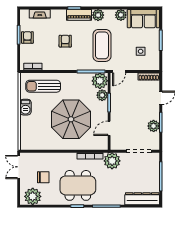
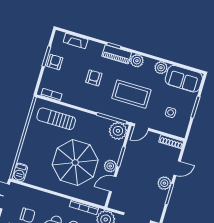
coffee table: (102, 45) -> (131, 94), turned 90
plant: (102, 95) -> (110, 166), moved
barbecue: (25, 107) -> (20, 172), moved
plant: (154, 126) -> (164, 183), moved

